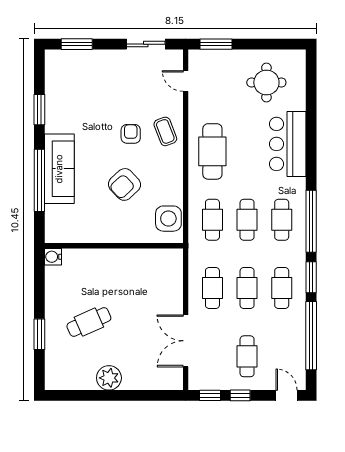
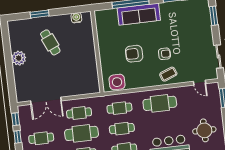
door: (186, 81) -> (200, 83), swing flipped
armchair: (125, 184) -> (134, 54), turned -47
water cooler: (53, 257) -> (76, 18), moved
cafe table: (247, 288) -> (82, 133), width x1.37, depth x1.35
double door: (186, 341) -> (46, 101), swing flipped

